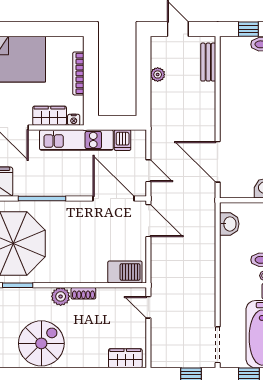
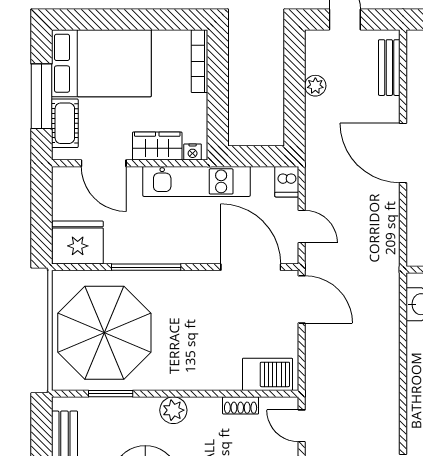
bookcase: (78, 73) -> (199, 61), moved
dishwasher: (123, 140) -> (287, 182), moved
door: (218, 162) -> (403, 153), moved
shoe rack: (83, 293) -> (241, 405), moved

